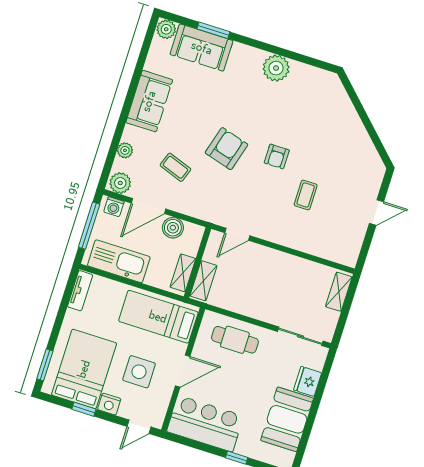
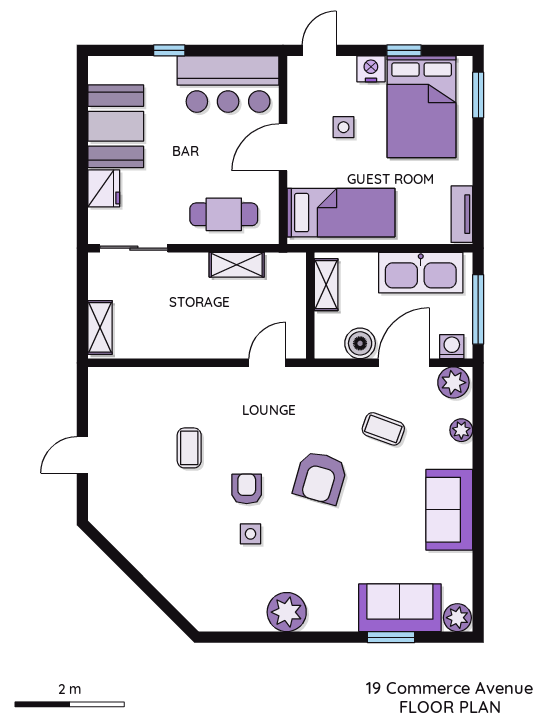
side table: (283, 126) -> (251, 534), added
shelving: (203, 281) -> (237, 265), moved, turned 90
side table: (139, 372) -> (344, 127), width x0.54, depth x0.54

